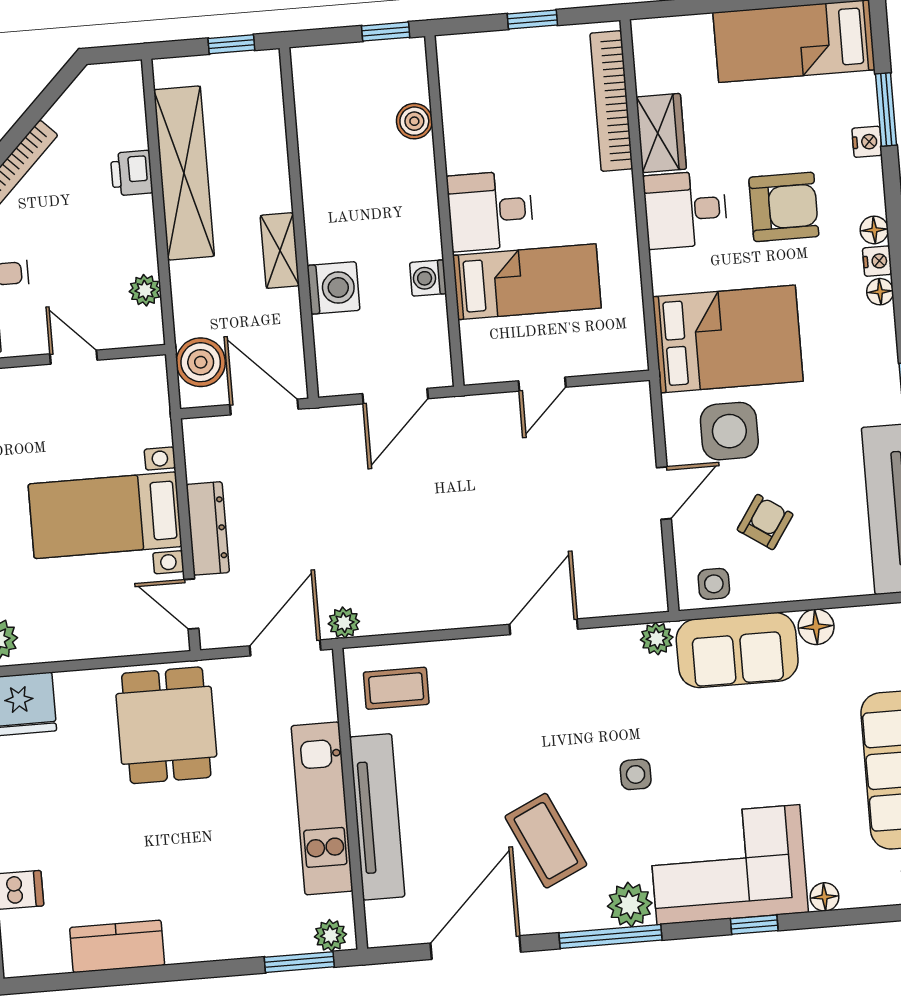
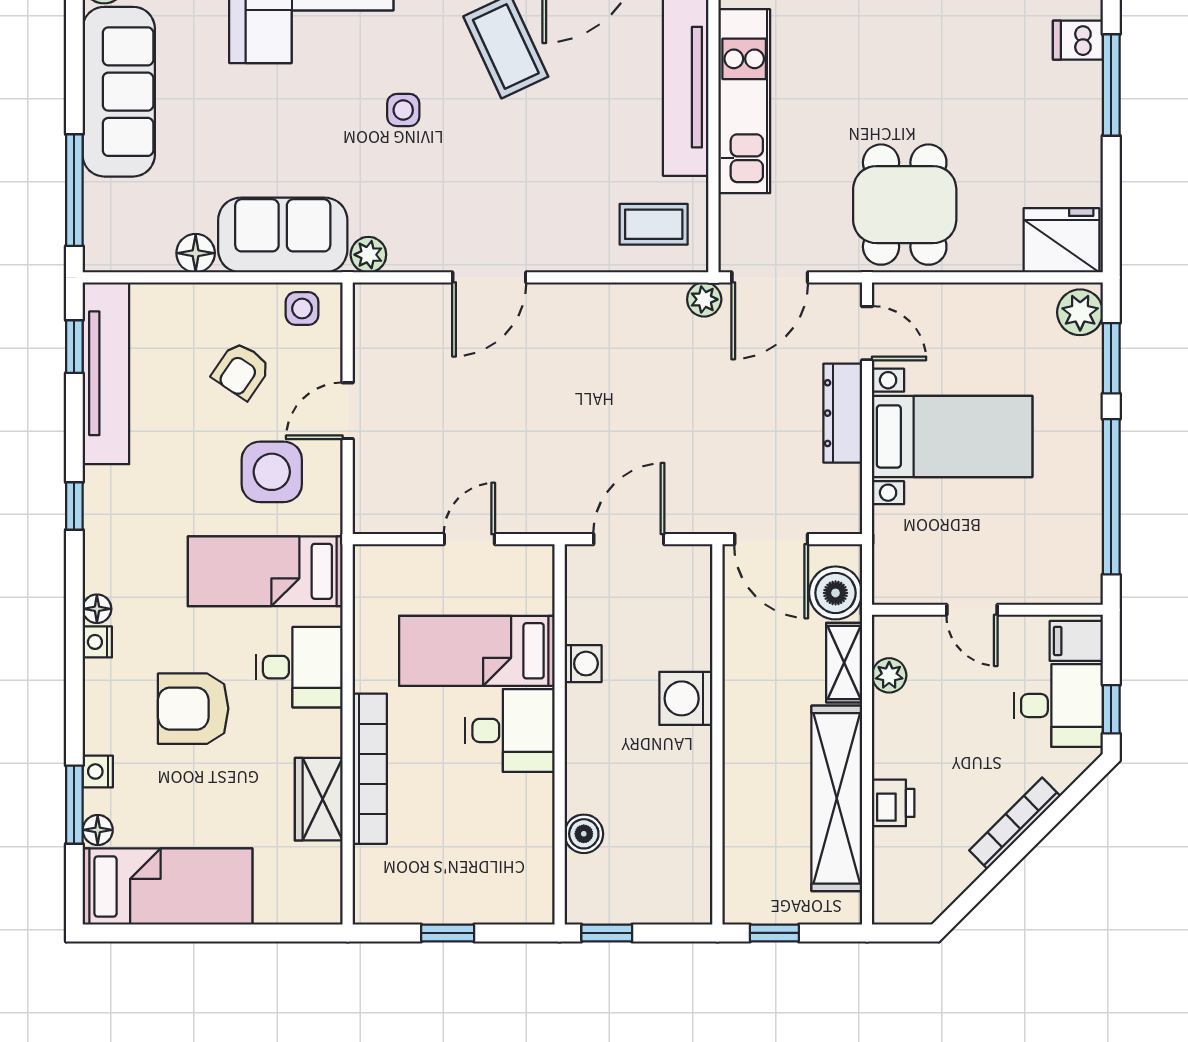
bookcase: (611, 101) -> (370, 769), moved
desk: (686, 210) -> (299, 667), moved
floor lamp: (874, 230) -> (98, 830), moved
shelving: (280, 251) -> (844, 663), moved
washing machine: (333, 288) -> (686, 698), moved
bed: (728, 339) -> (265, 571), width x0.67

